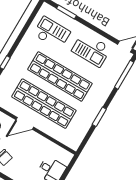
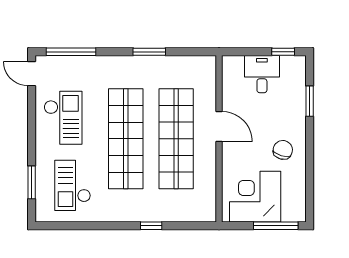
door: (25, 123) -> (219, 127), moved

